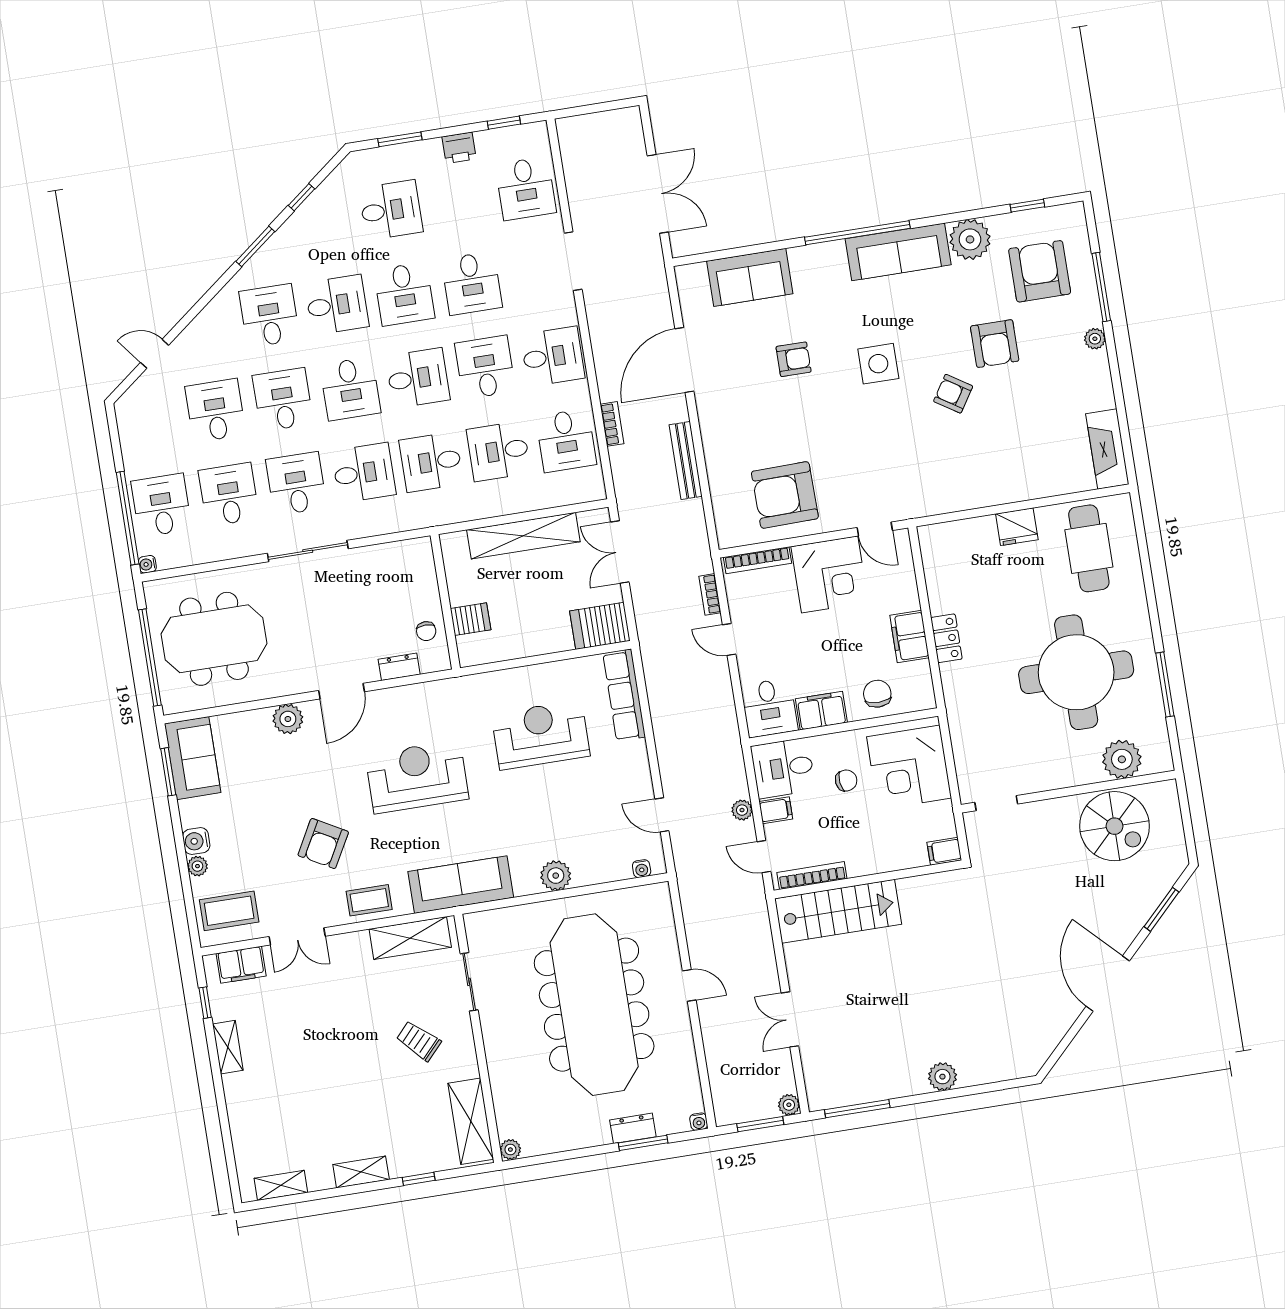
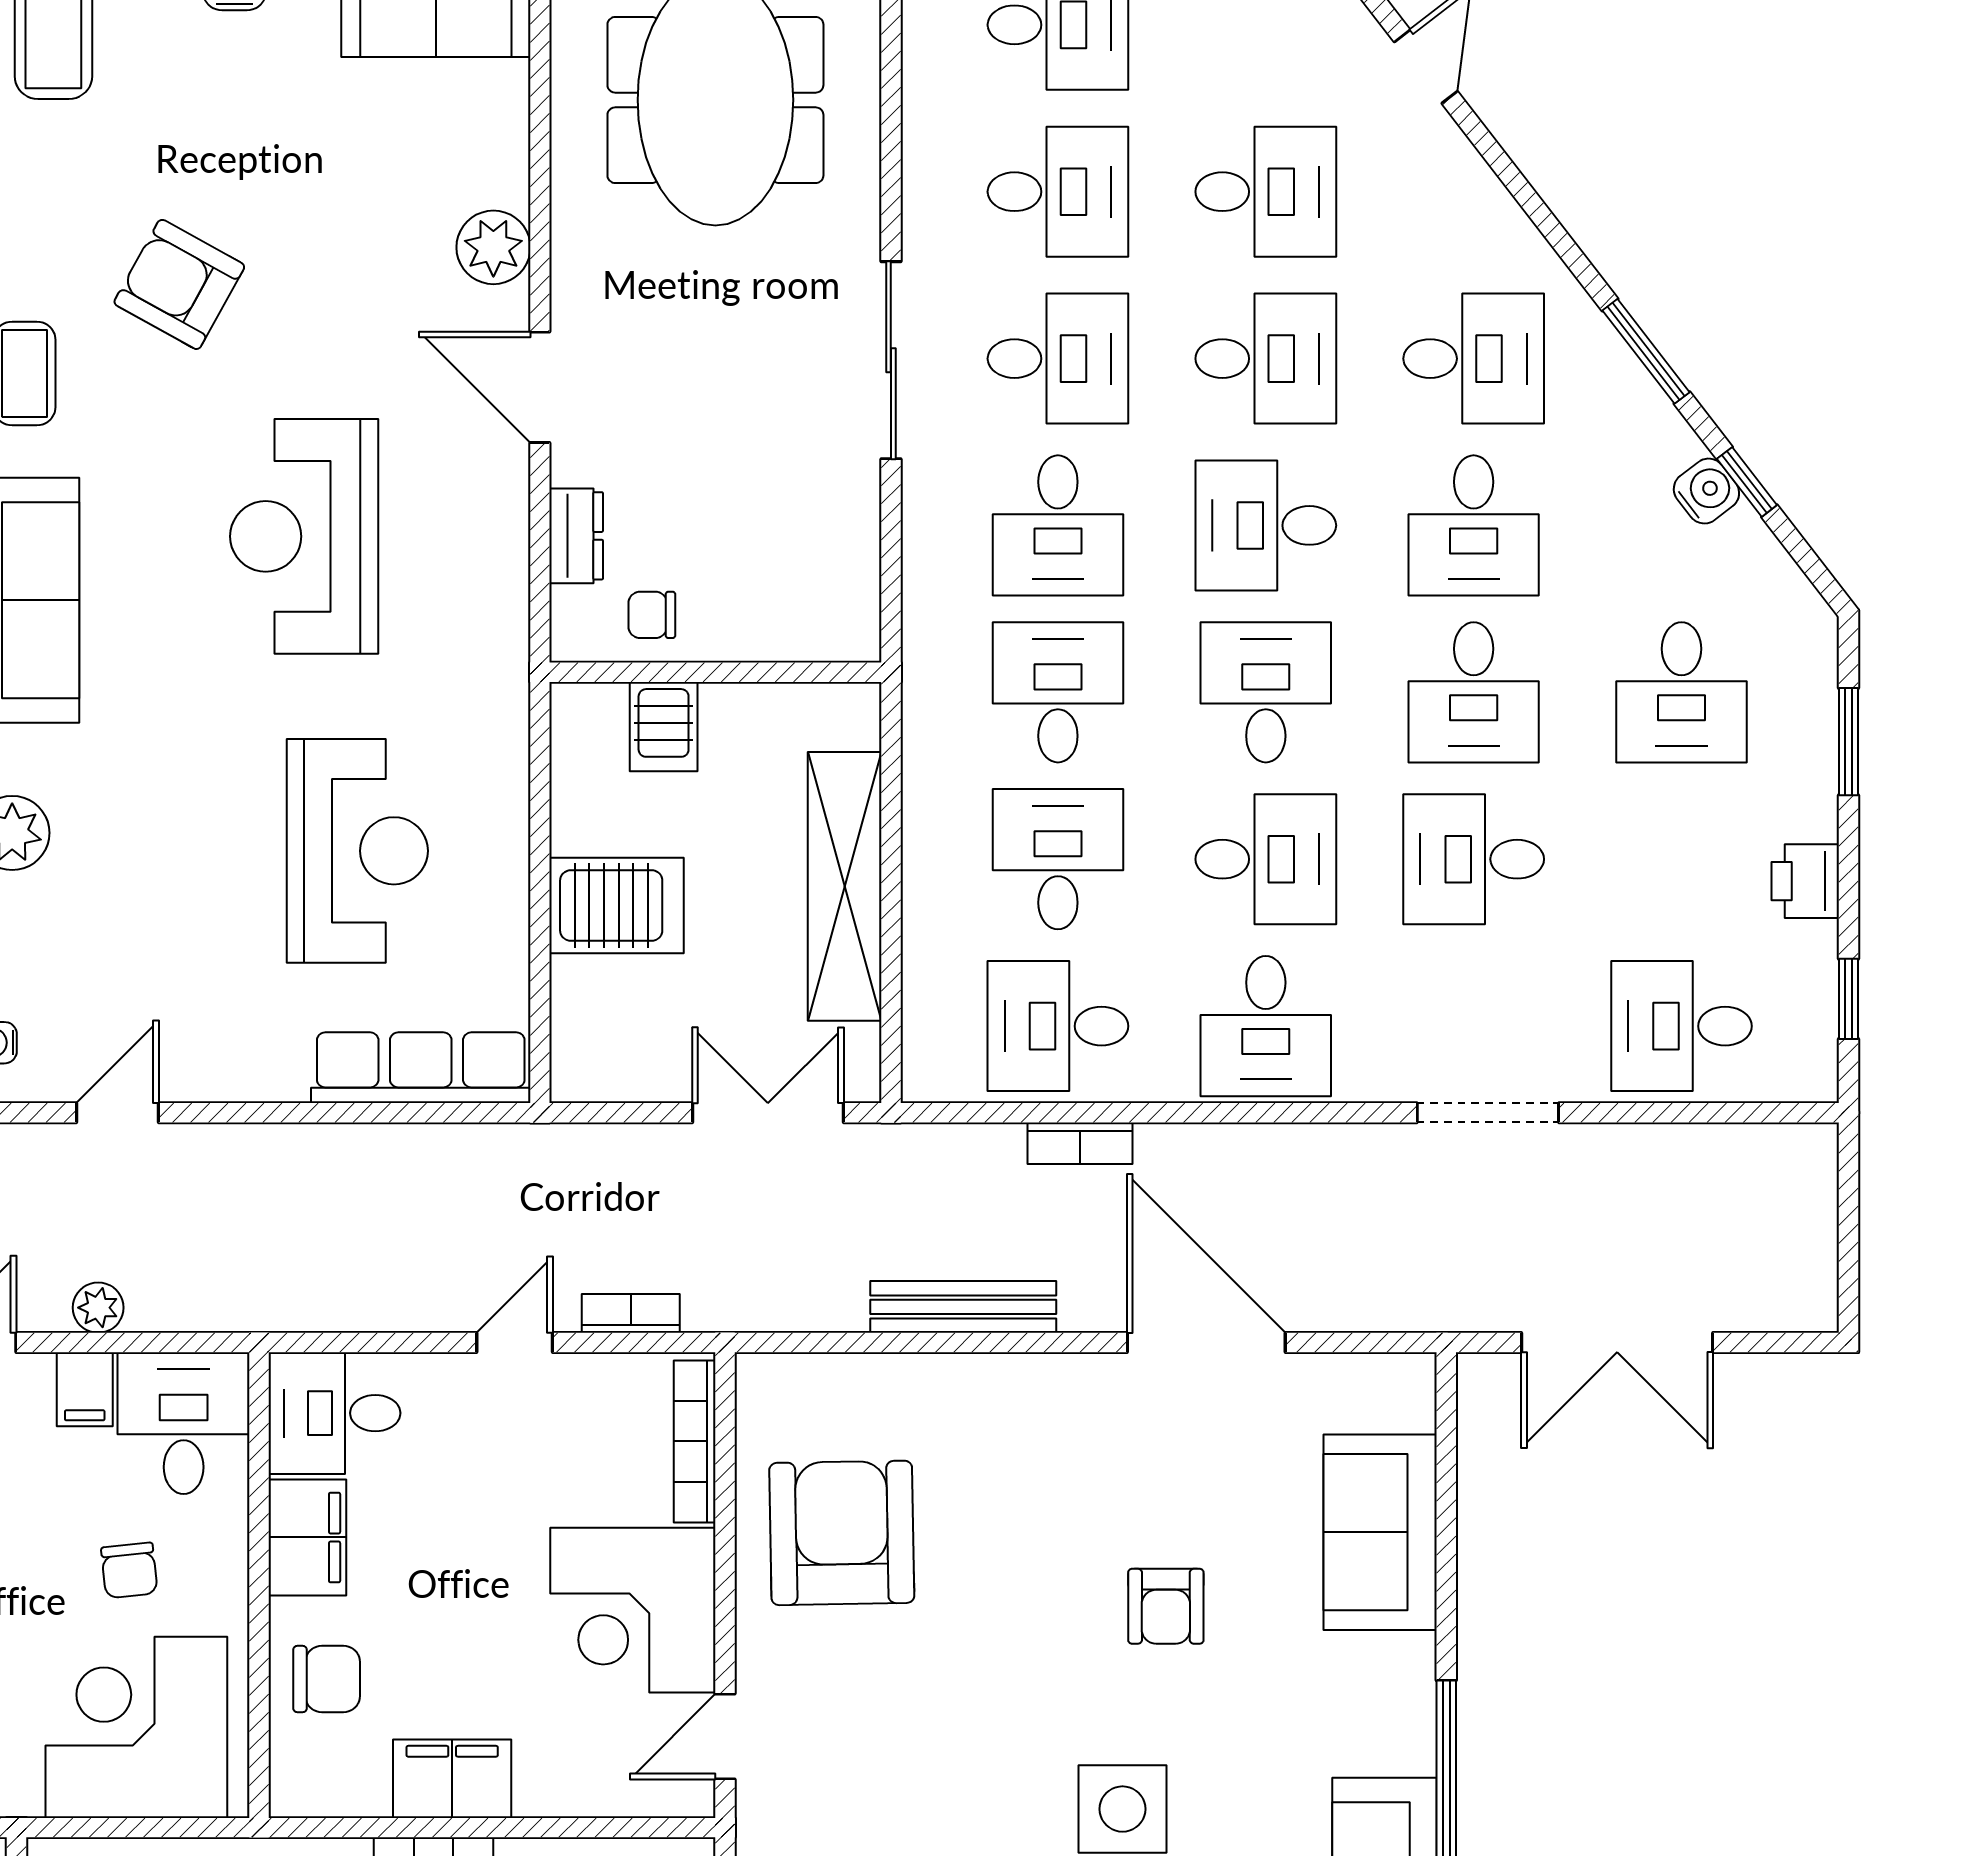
water cooler: (308, 213) -> (1706, 491), added
desk: (404, 294) -> (1474, 692), turned -90
desk: (418, 378) -> (1266, 692), turned 180
server rack: (600, 626) -> (617, 906), moved, turned 90
reception desk: (417, 777) -> (304, 536), turned 180

